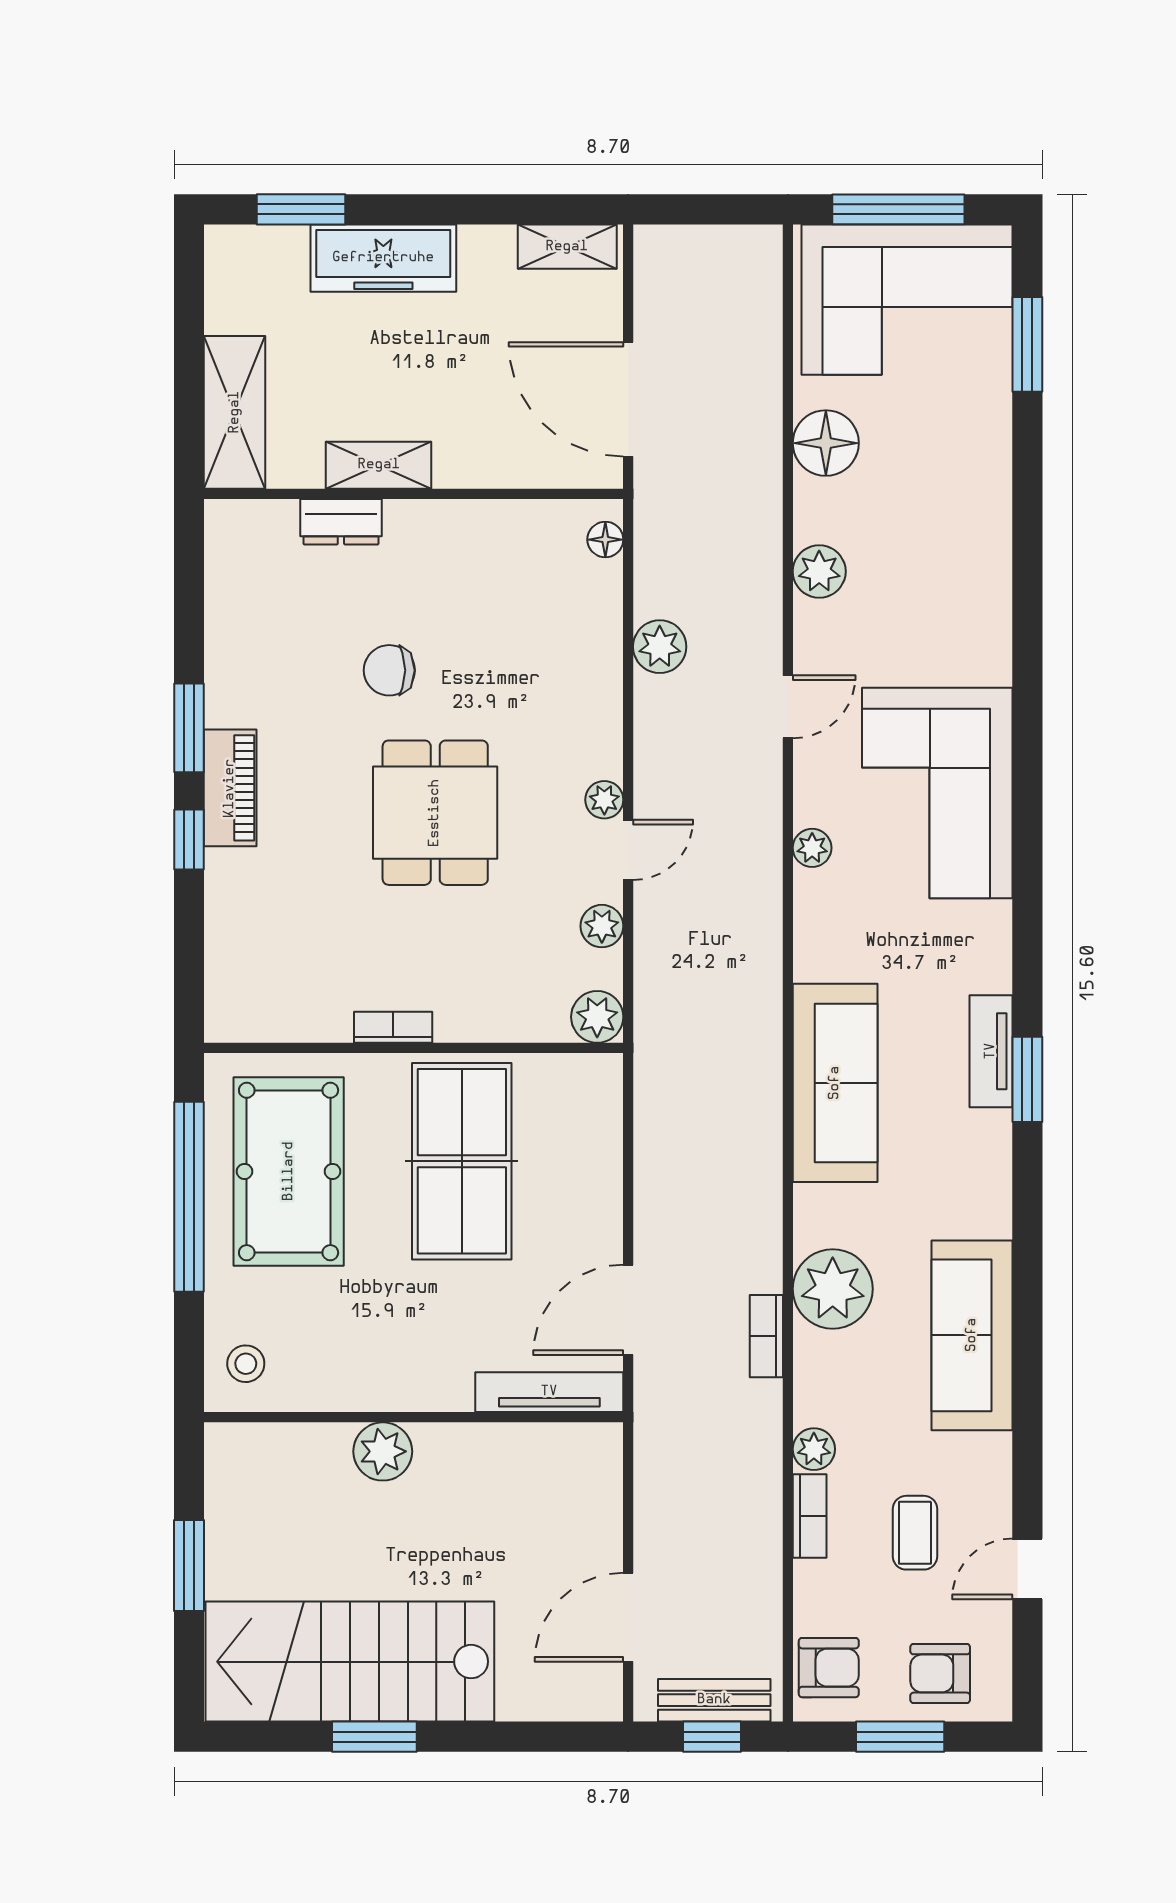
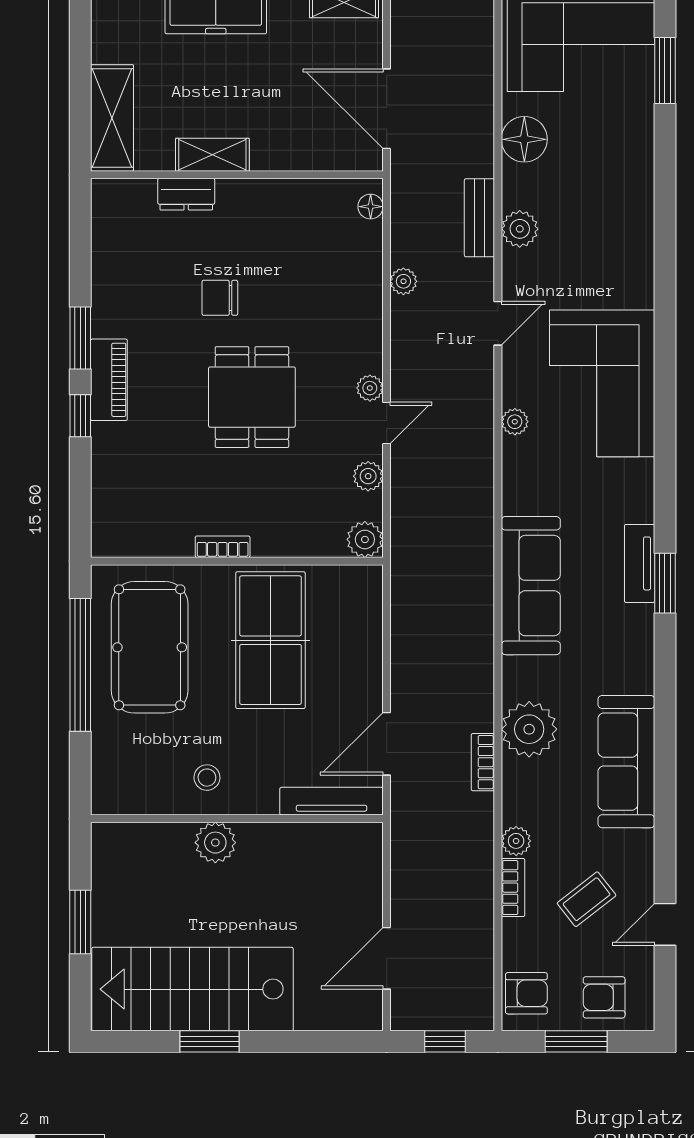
plant: (660, 647) -> (403, 281), width x0.73, depth x0.73
stool: (246, 1364) -> (207, 778), moved
coffee table: (915, 1533) -> (587, 899), turned 52
bench: (714, 1700) -> (479, 218), moved, turned 90

